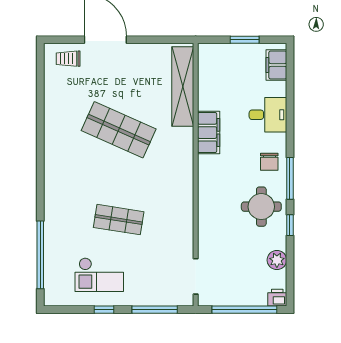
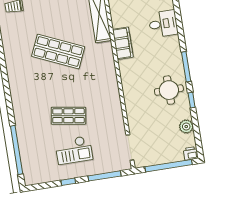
chair: (269, 162) -> (169, 57), removed
checkout: (99, 275) -> (74, 150), moved

